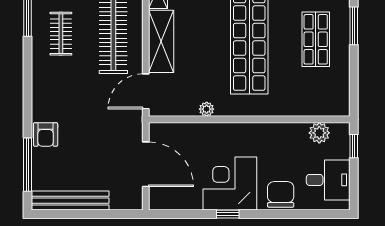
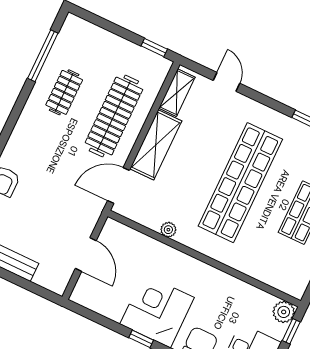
plant: (319, 133) -> (284, 312), moved
door: (146, 164) -> (86, 255), width x0.73

